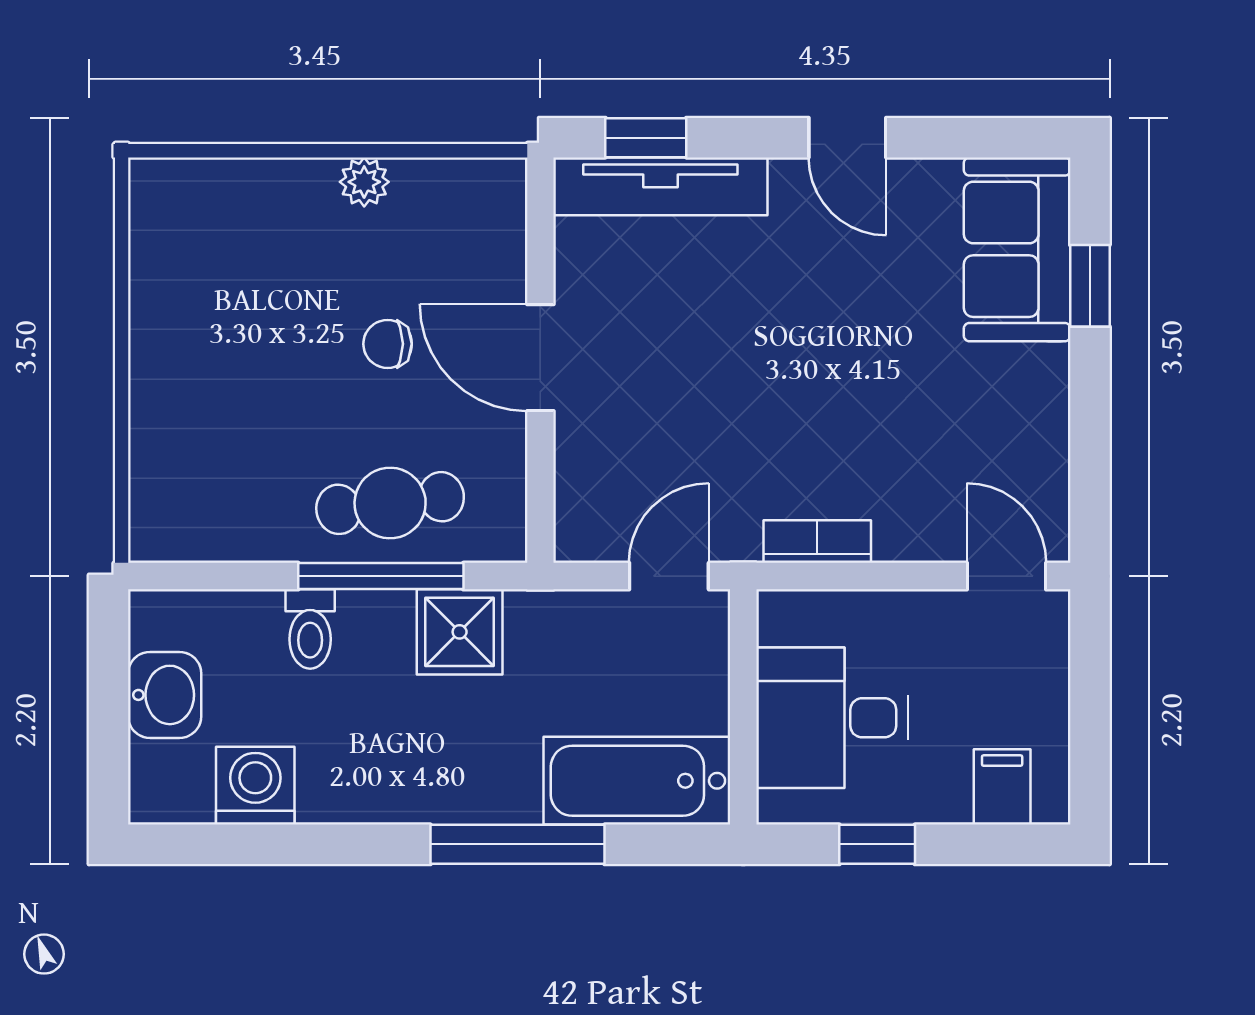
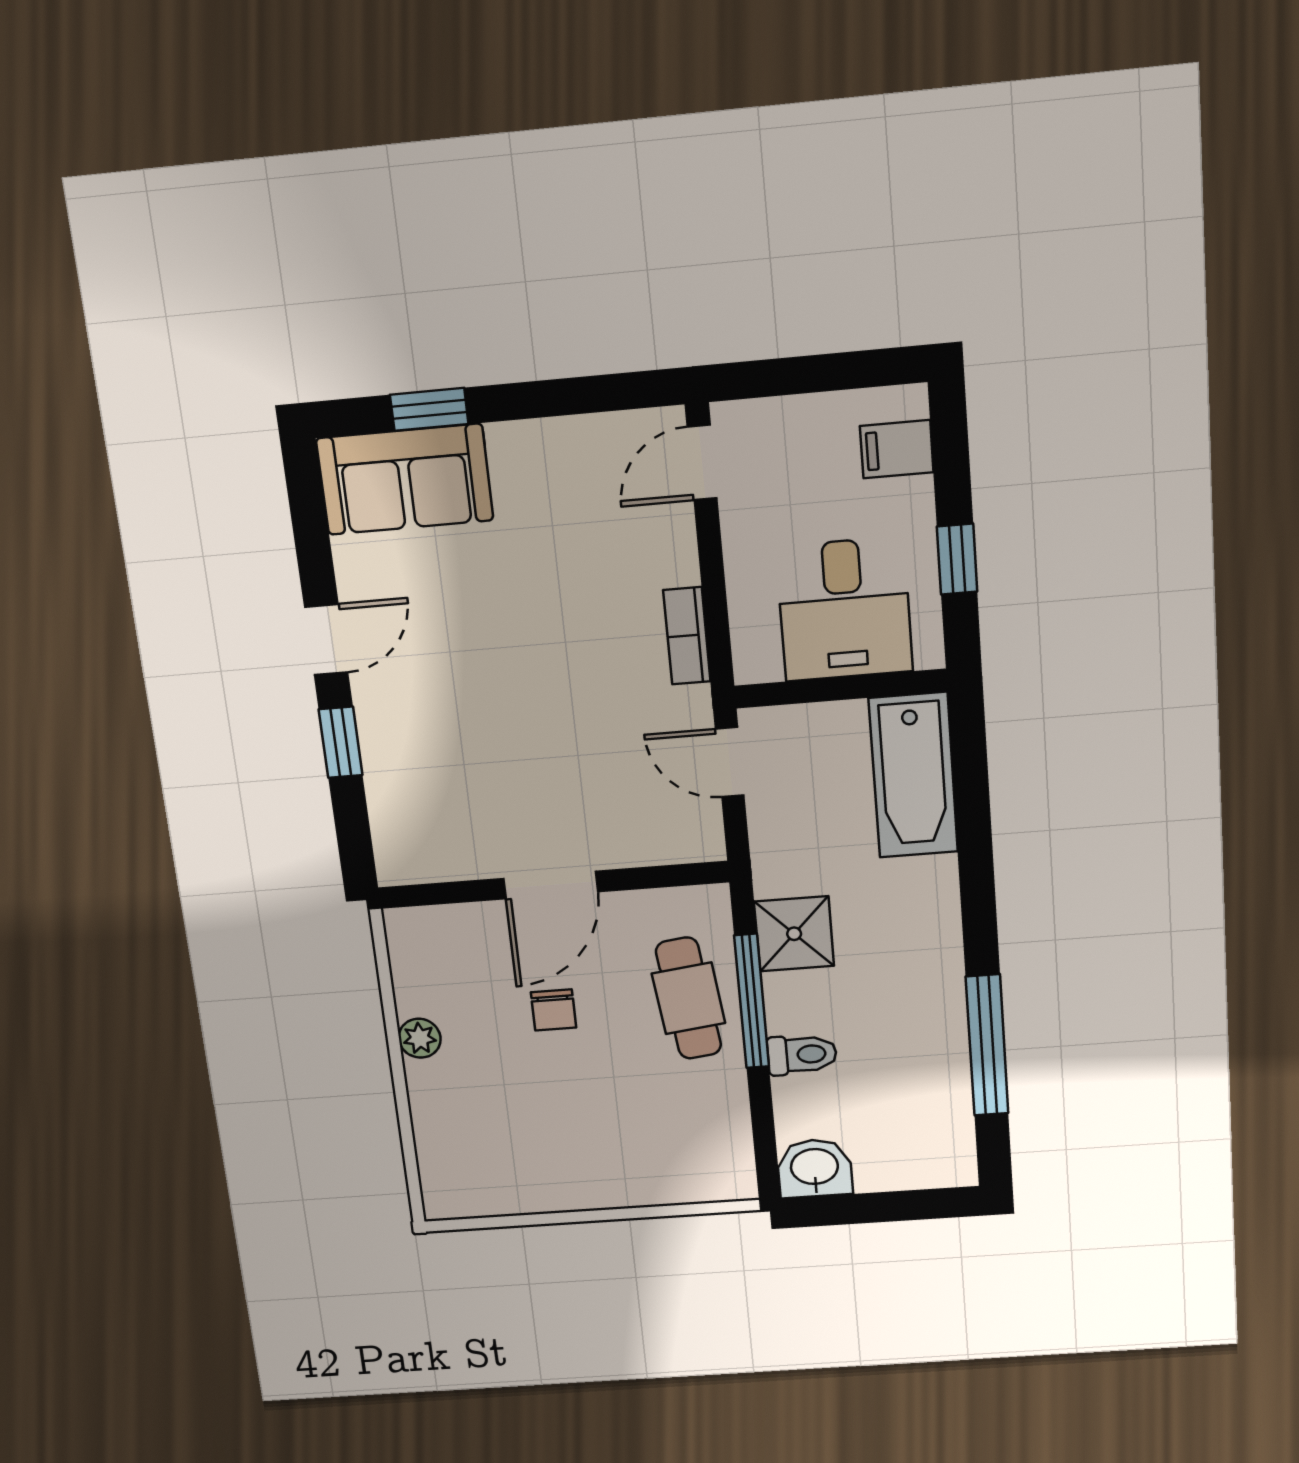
window: (646, 138) -> (341, 742), moved
tv unit: (660, 186) -> (391, 796), removed
washbasin: (165, 695) -> (815, 1168), moved
washing machine: (255, 786) -> (939, 1089), removed
window: (518, 844) -> (987, 1045), moved

